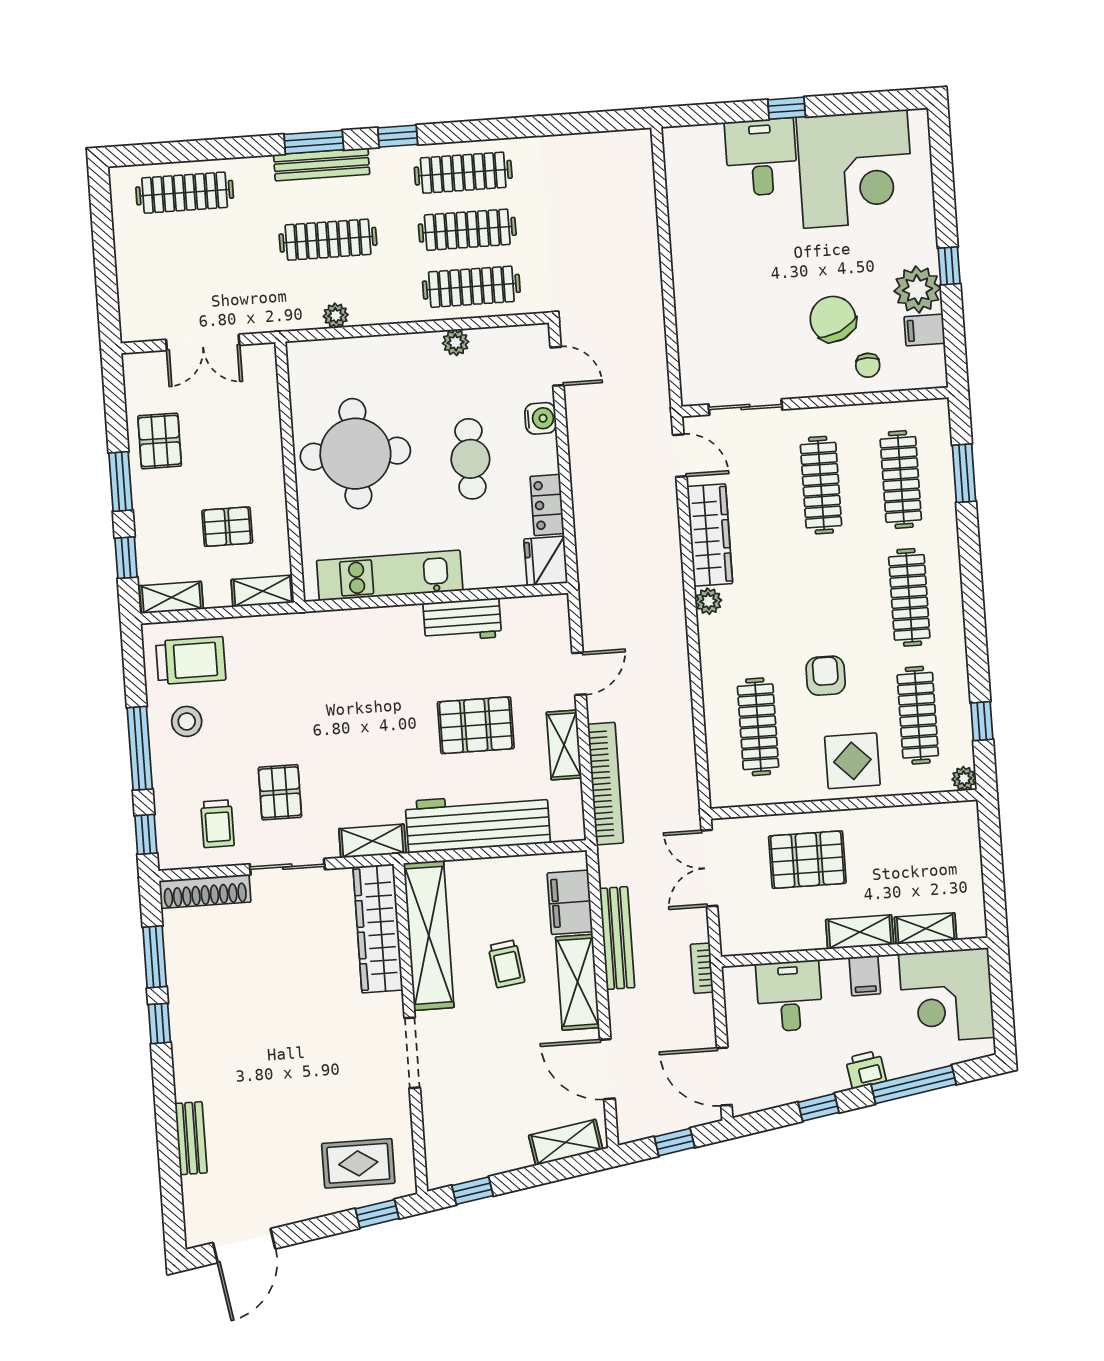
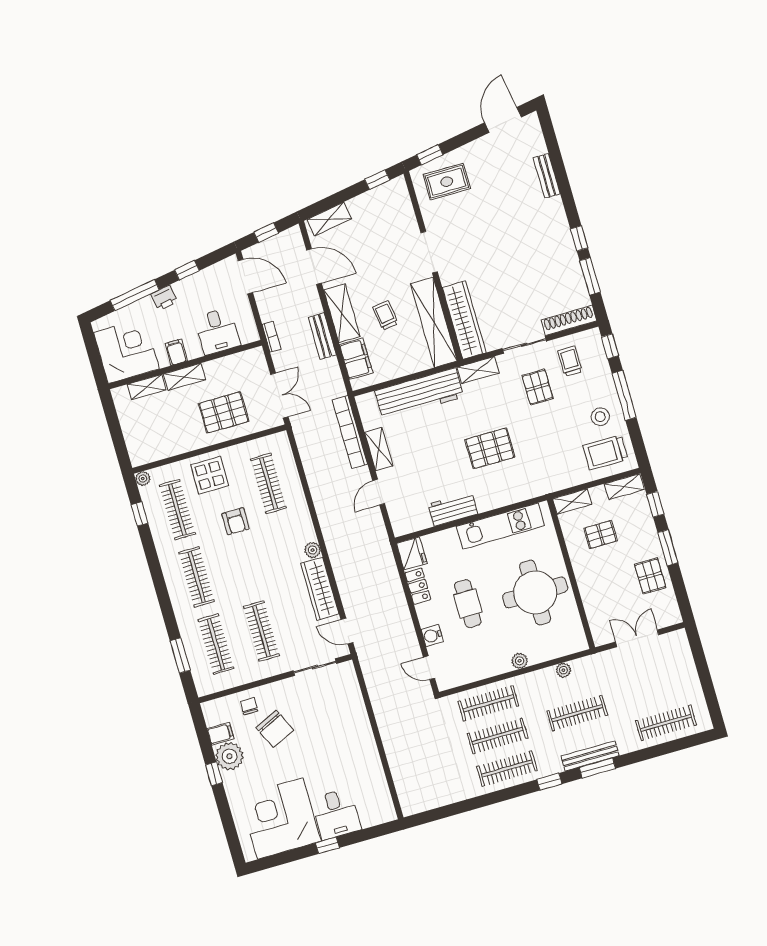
plant: (456, 342) -> (520, 661), moved
pallet: (476, 725) -> (490, 448), moved
bench: (617, 938) -> (322, 336), width x0.73

